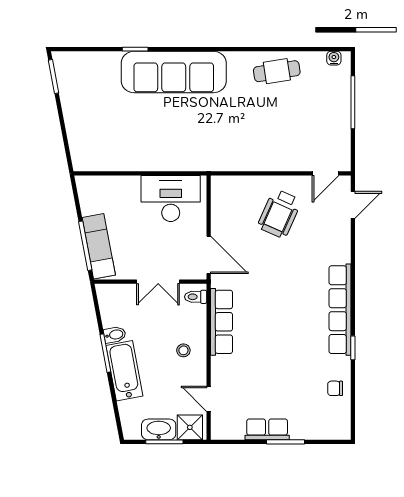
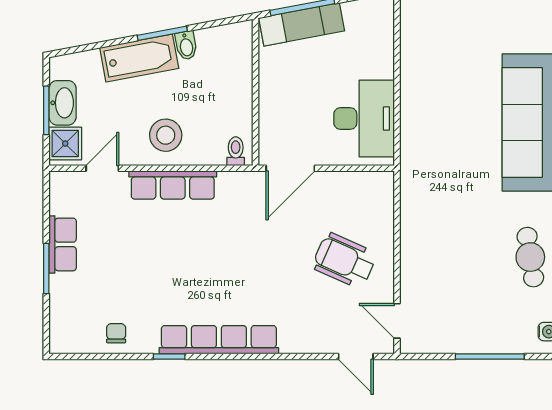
double door: (158, 282) -> (256, 102), removed
row of seats: (222, 322) -> (173, 185), moved
stool: (183, 350) -> (166, 135), width x1.89, depth x1.89

